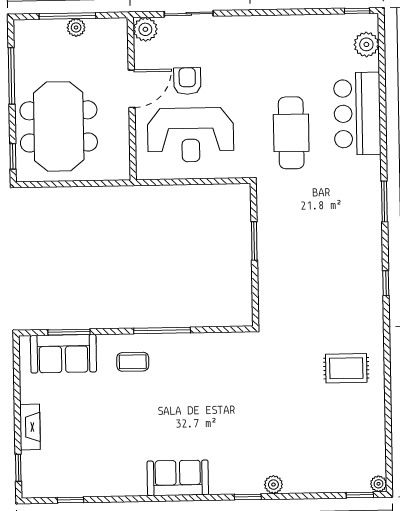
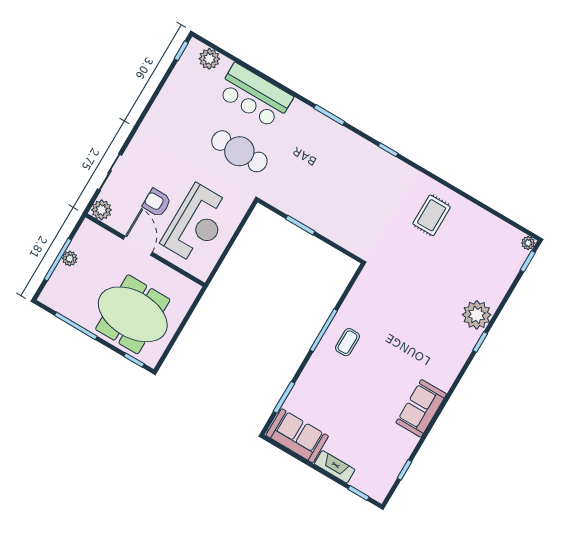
sofa: (63, 354) -> (297, 436), moved, turned -90
coffee table: (133, 362) -> (347, 342), moved
sofa: (178, 478) -> (421, 408), moved
plant: (273, 485) -> (477, 315), width x1.87, depth x1.87

